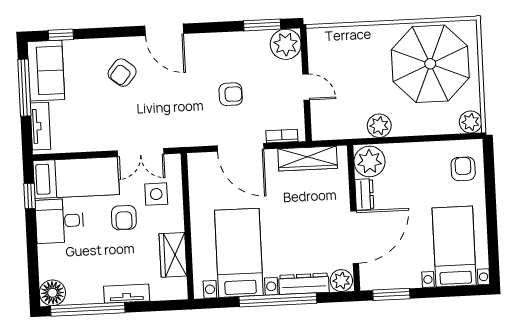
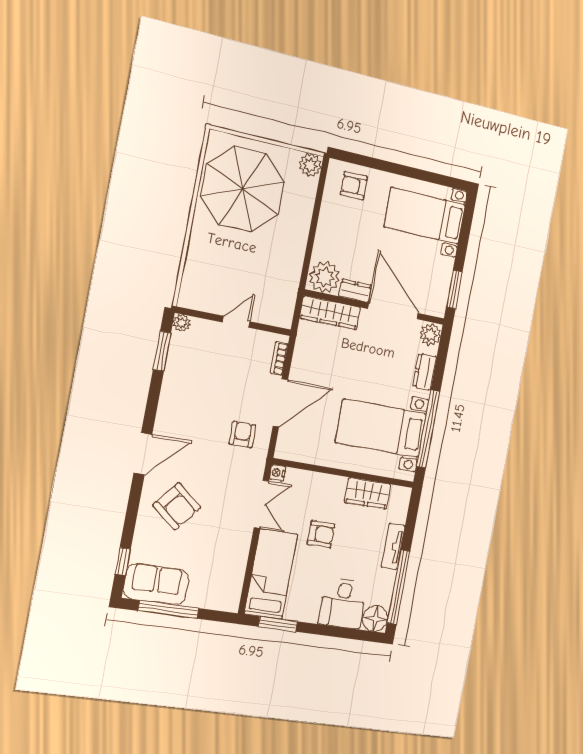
plant: (286, 44) -> (182, 323), width x0.53, depth x0.53
armchair: (122, 73) -> (177, 506), width x1.38, depth x1.38
armchair: (231, 94) -> (242, 434), moved
tv unit: (40, 126) -> (211, 600), removed
plant: (379, 126) -> (292, 258), removed
wardrobe: (308, 159) -> (330, 313), moved, turned 90
nightstand: (174, 161) -> (278, 473), added
side table: (156, 194) -> (306, 497), removed
window: (30, 196) -> (278, 624), width x1.50
desk: (59, 221) -> (343, 603), moved
dresser: (304, 284) -> (425, 372), width x0.70
window: (278, 300) -> (428, 429), moved

